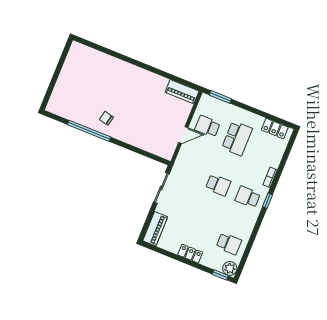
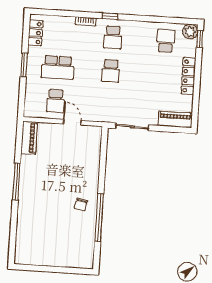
window: (146, 67) -> (16, 182), added
window: (220, 97) -> (24, 65), moved
school desk: (237, 138) -> (58, 67), turned 180
school desk: (218, 185) -> (111, 71), turned 180
locker: (190, 254) -> (188, 76), width x1.53

